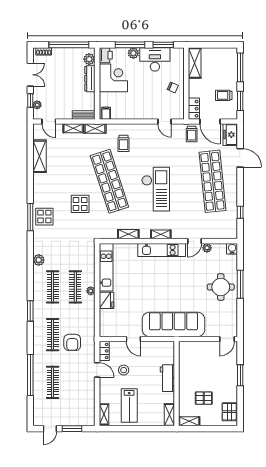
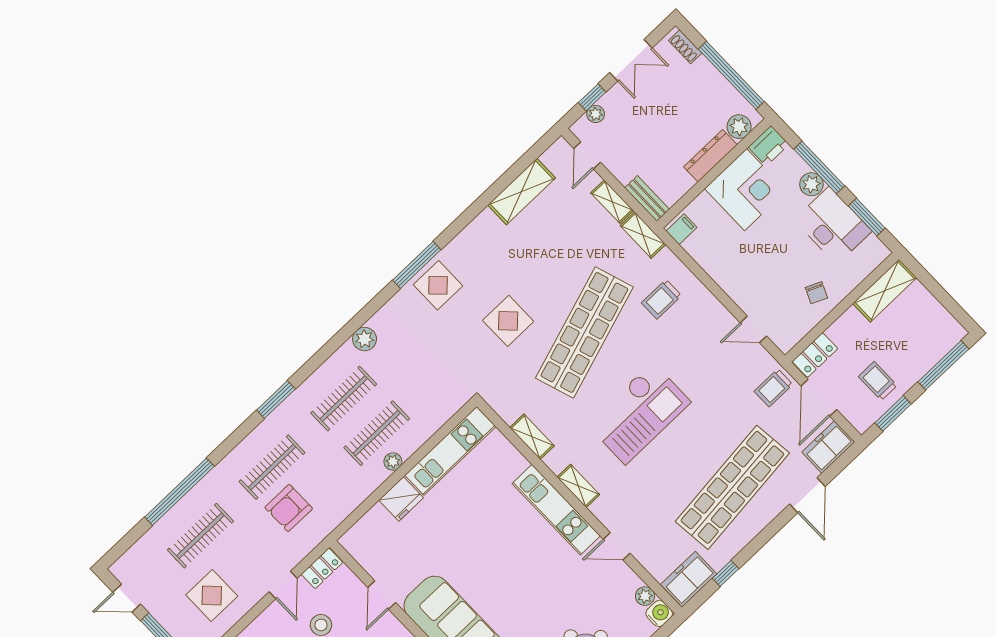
door: (164, 121) -> (753, 329), hinge flipped
freezer: (230, 227) -> (689, 579), added
plant: (207, 248) -> (645, 596), moved
display table: (77, 398) -> (212, 596), added

